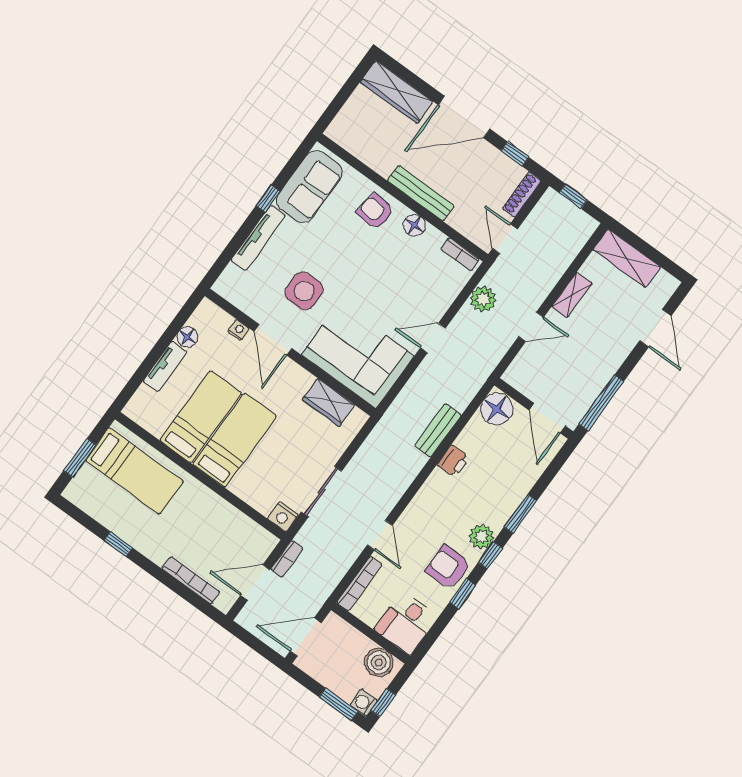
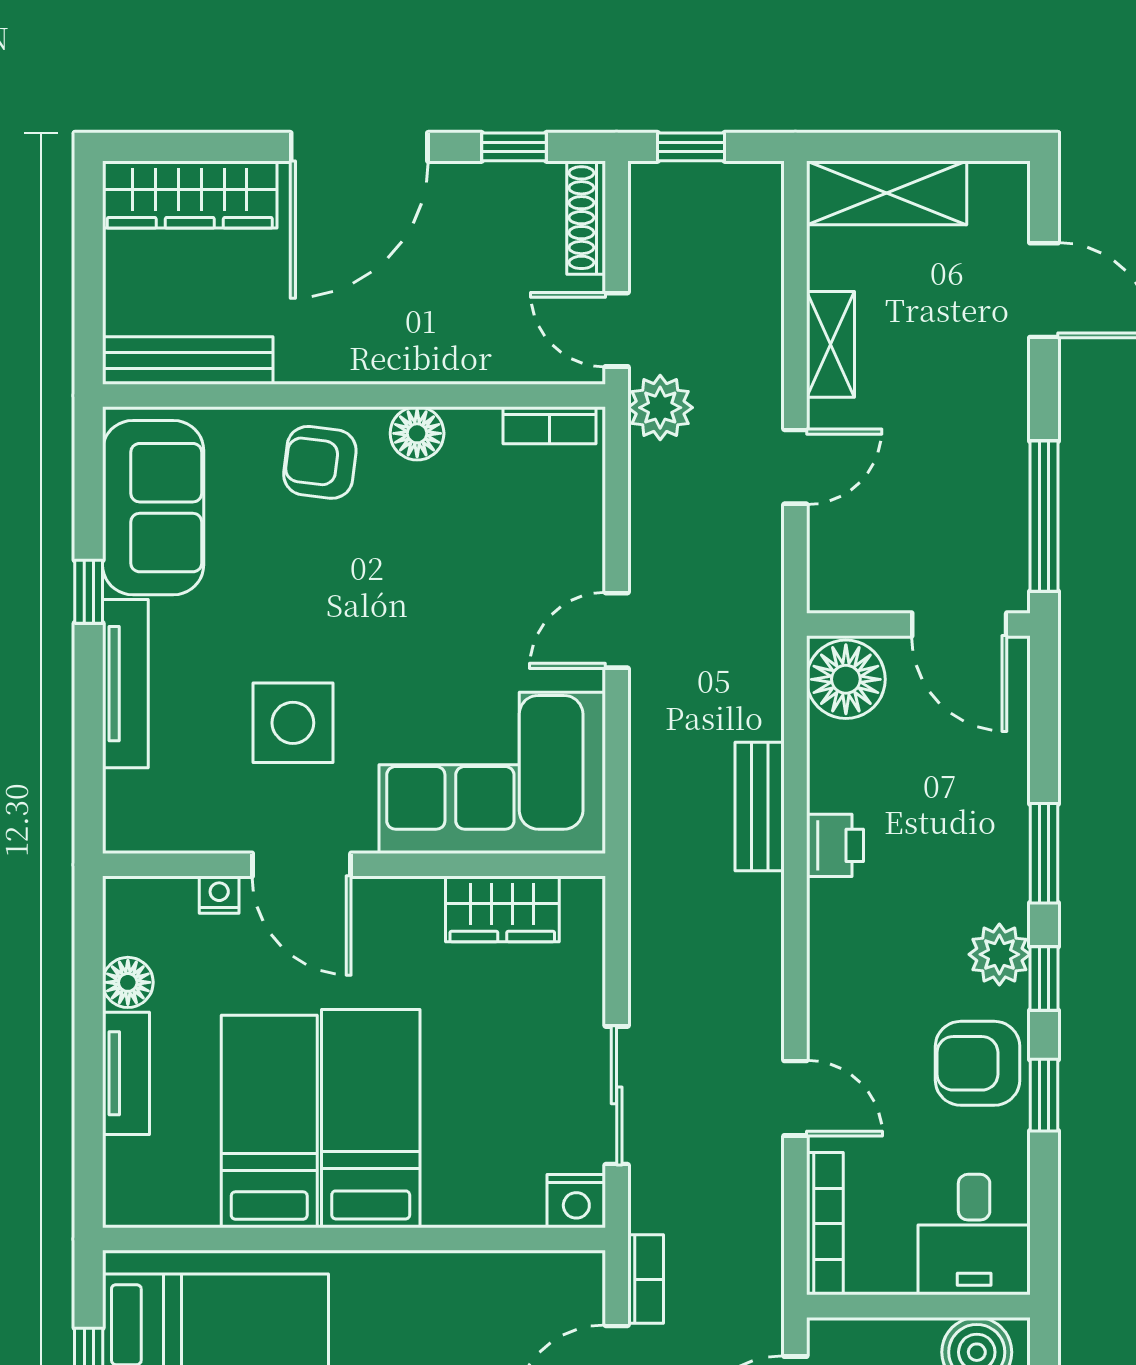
bench: (421, 193) -> (188, 360), moved
plant: (483, 299) -> (660, 408), moved

